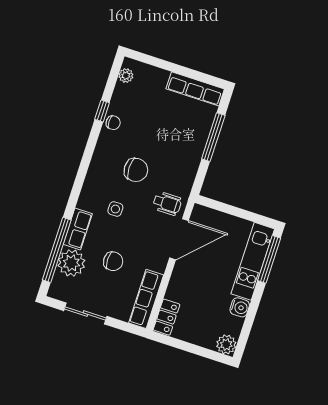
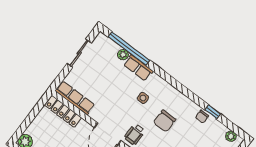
chair: (113, 261) -> (108, 84), removed
plant: (71, 263) -> (123, 55), width x0.53, depth x0.53
locker: (166, 317) -> (63, 111), width x1.53

